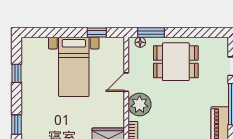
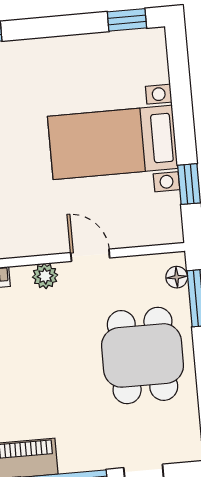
window: (16, 73) -> (127, 20), moved
plant: (140, 104) -> (45, 276), width x0.53, depth x0.53

